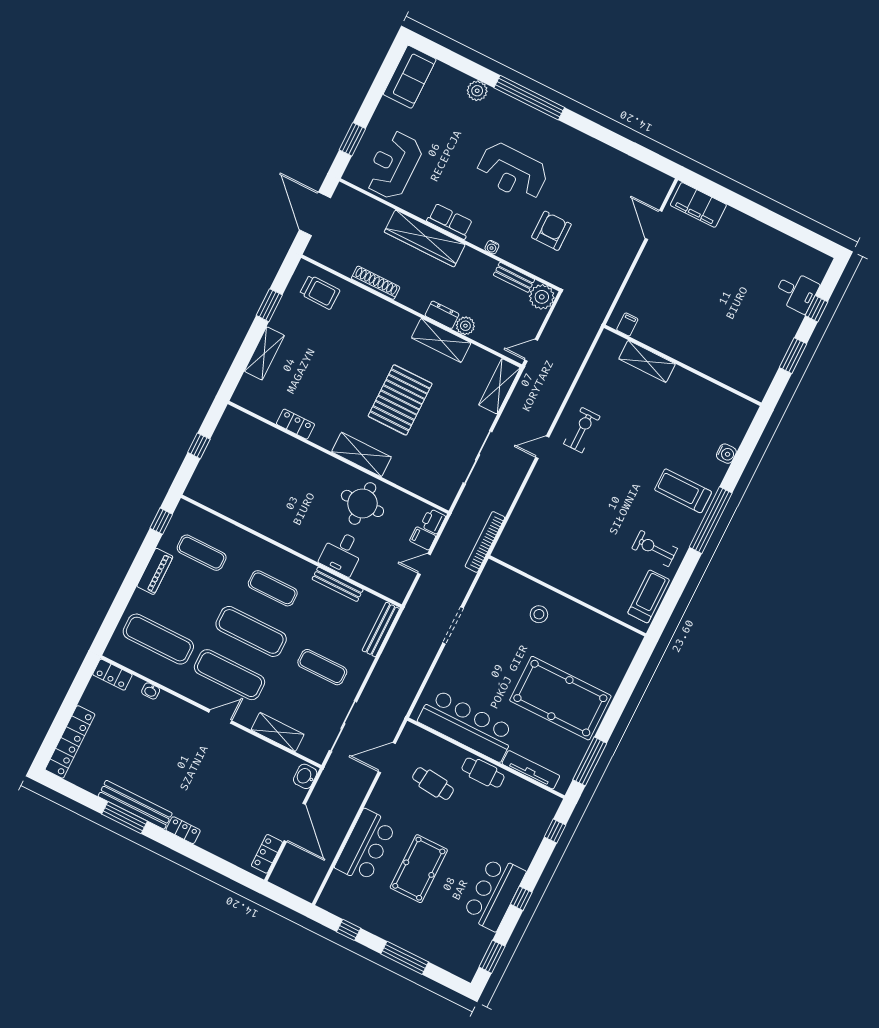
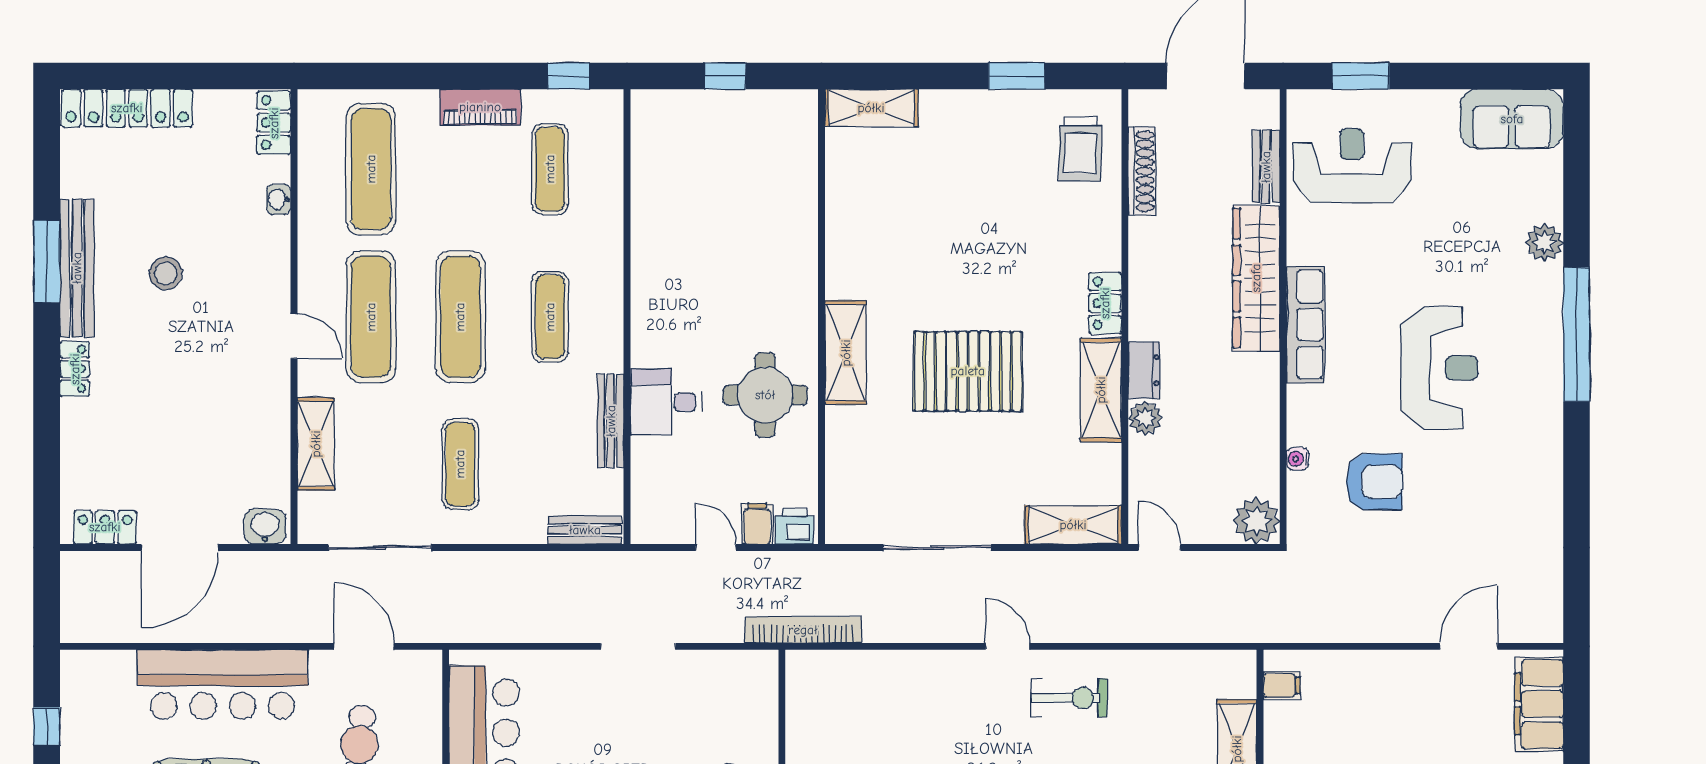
reception desk: (512, 172) -> (1439, 368), turned 180
row of seats: (450, 221) -> (1305, 325), width x1.48
water cooler: (492, 247) -> (1297, 459), moved
bench: (514, 277) -> (1266, 167), moved
shoe rack: (376, 283) -> (1142, 171), moved
shelving: (264, 353) -> (871, 108), moved
locker: (295, 424) -> (1105, 303), moved, turned 180
bench: (381, 630) -> (585, 530), width x0.73
stool: (159, 763) -> (166, 273), added
bar counter: (366, 846) -> (223, 684), width x1.36

